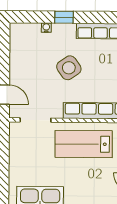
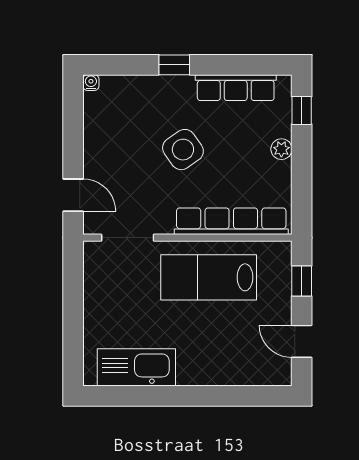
water cooler: (46, 28) -> (91, 83), moved

